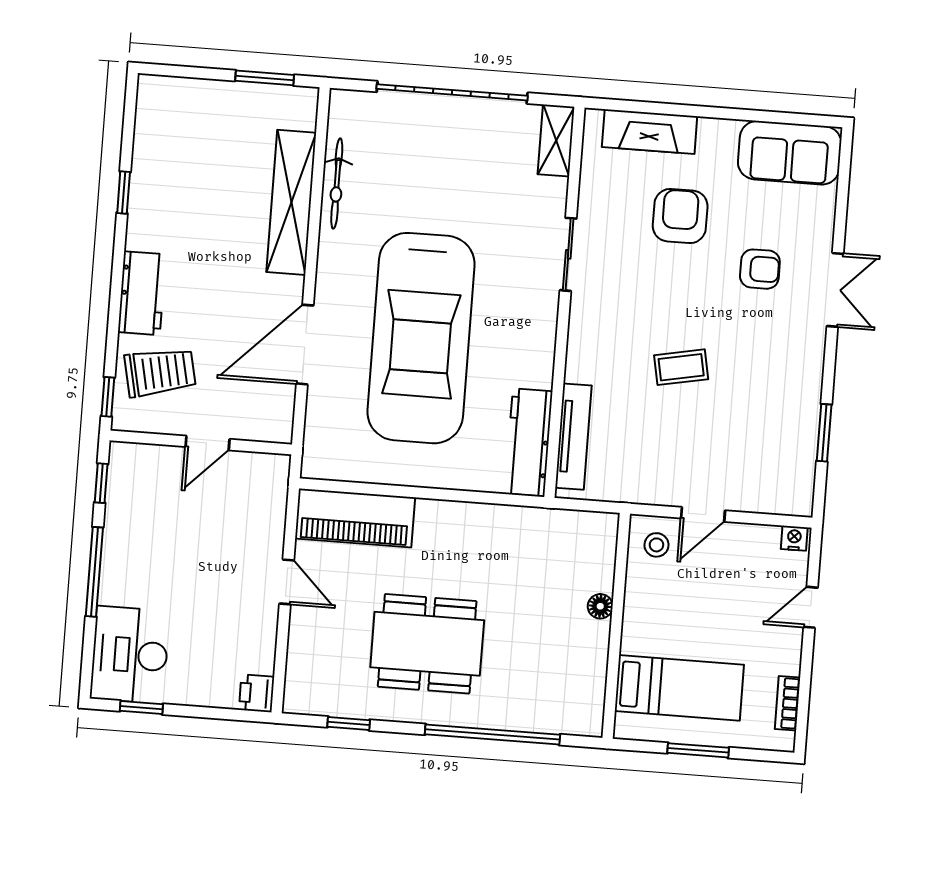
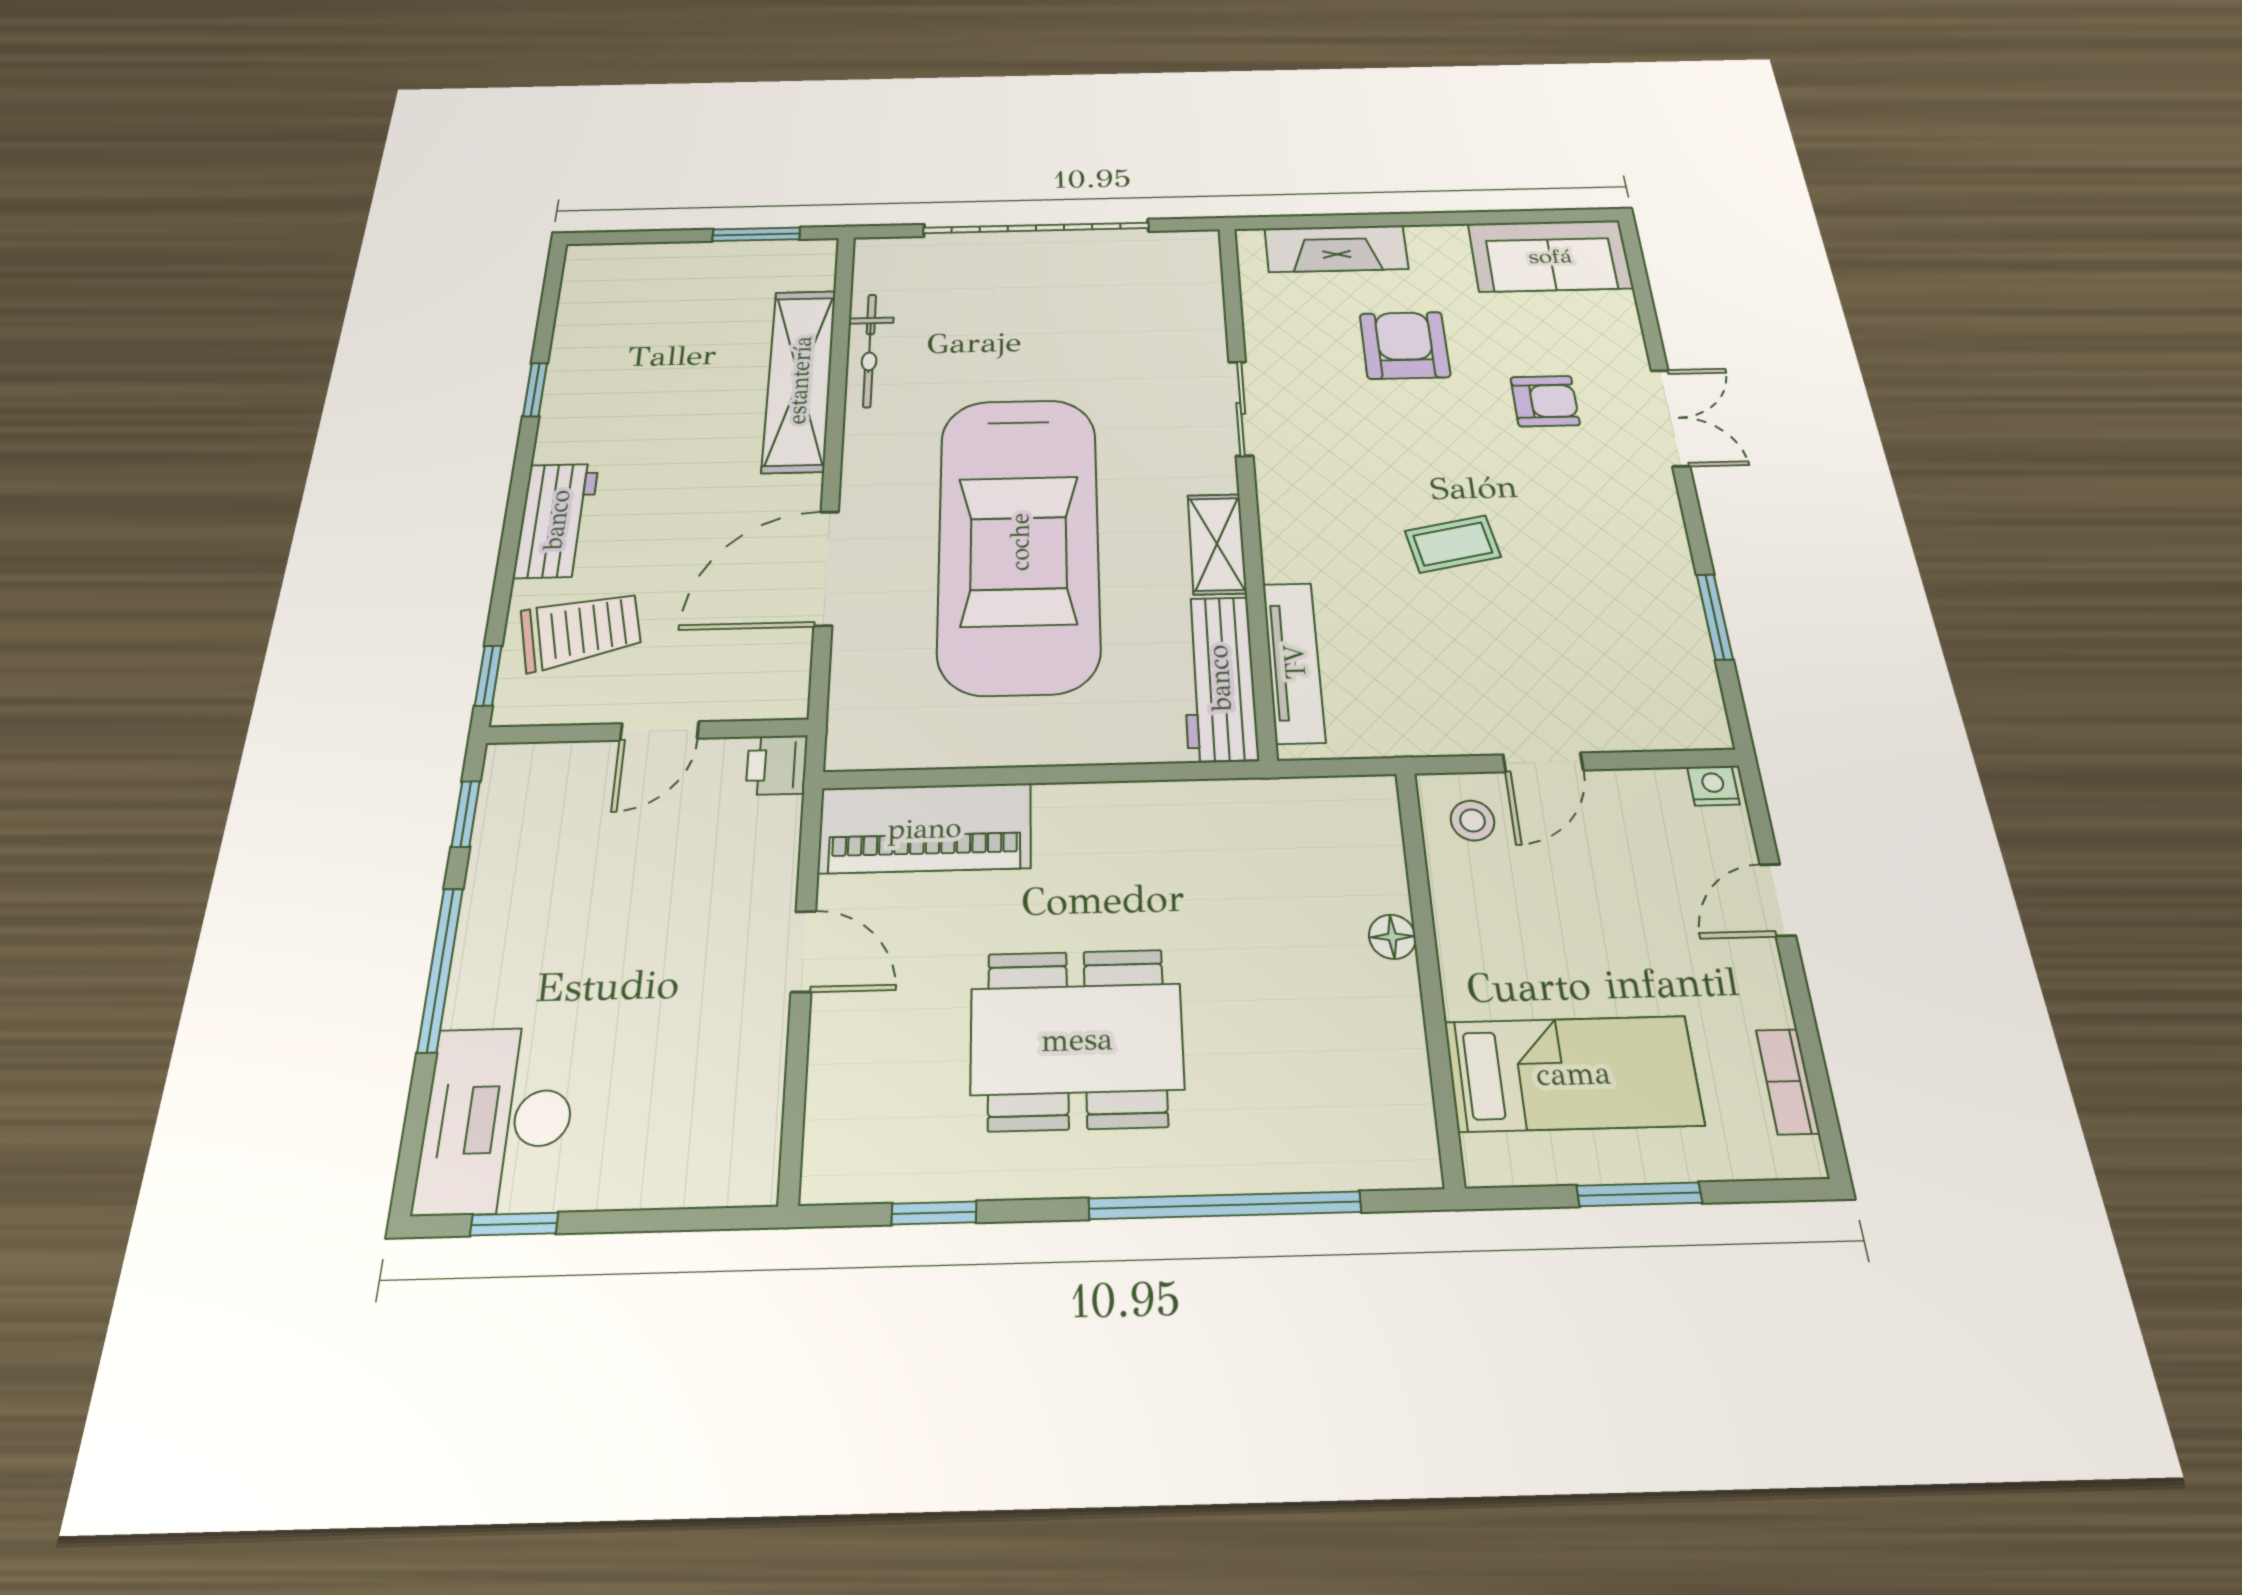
shelving: (556, 140) -> (1217, 544), moved
printer: (257, 693) -> (777, 765), moved

